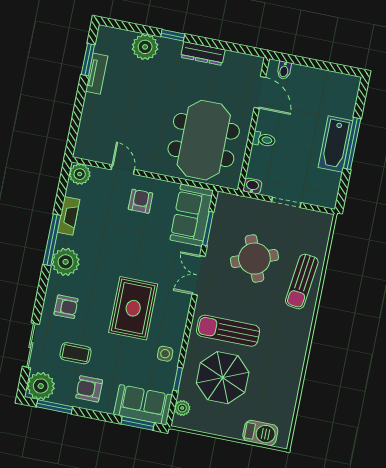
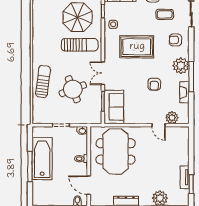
bathtub: (335, 144) -> (42, 159), width x1.36, depth x1.36
plant: (80, 174) -> (172, 118), moved
armchair: (141, 201) -> (154, 84), moved
double door: (199, 275) -> (103, 73), swing flipped
rug: (133, 308) -> (137, 47), turned 90

